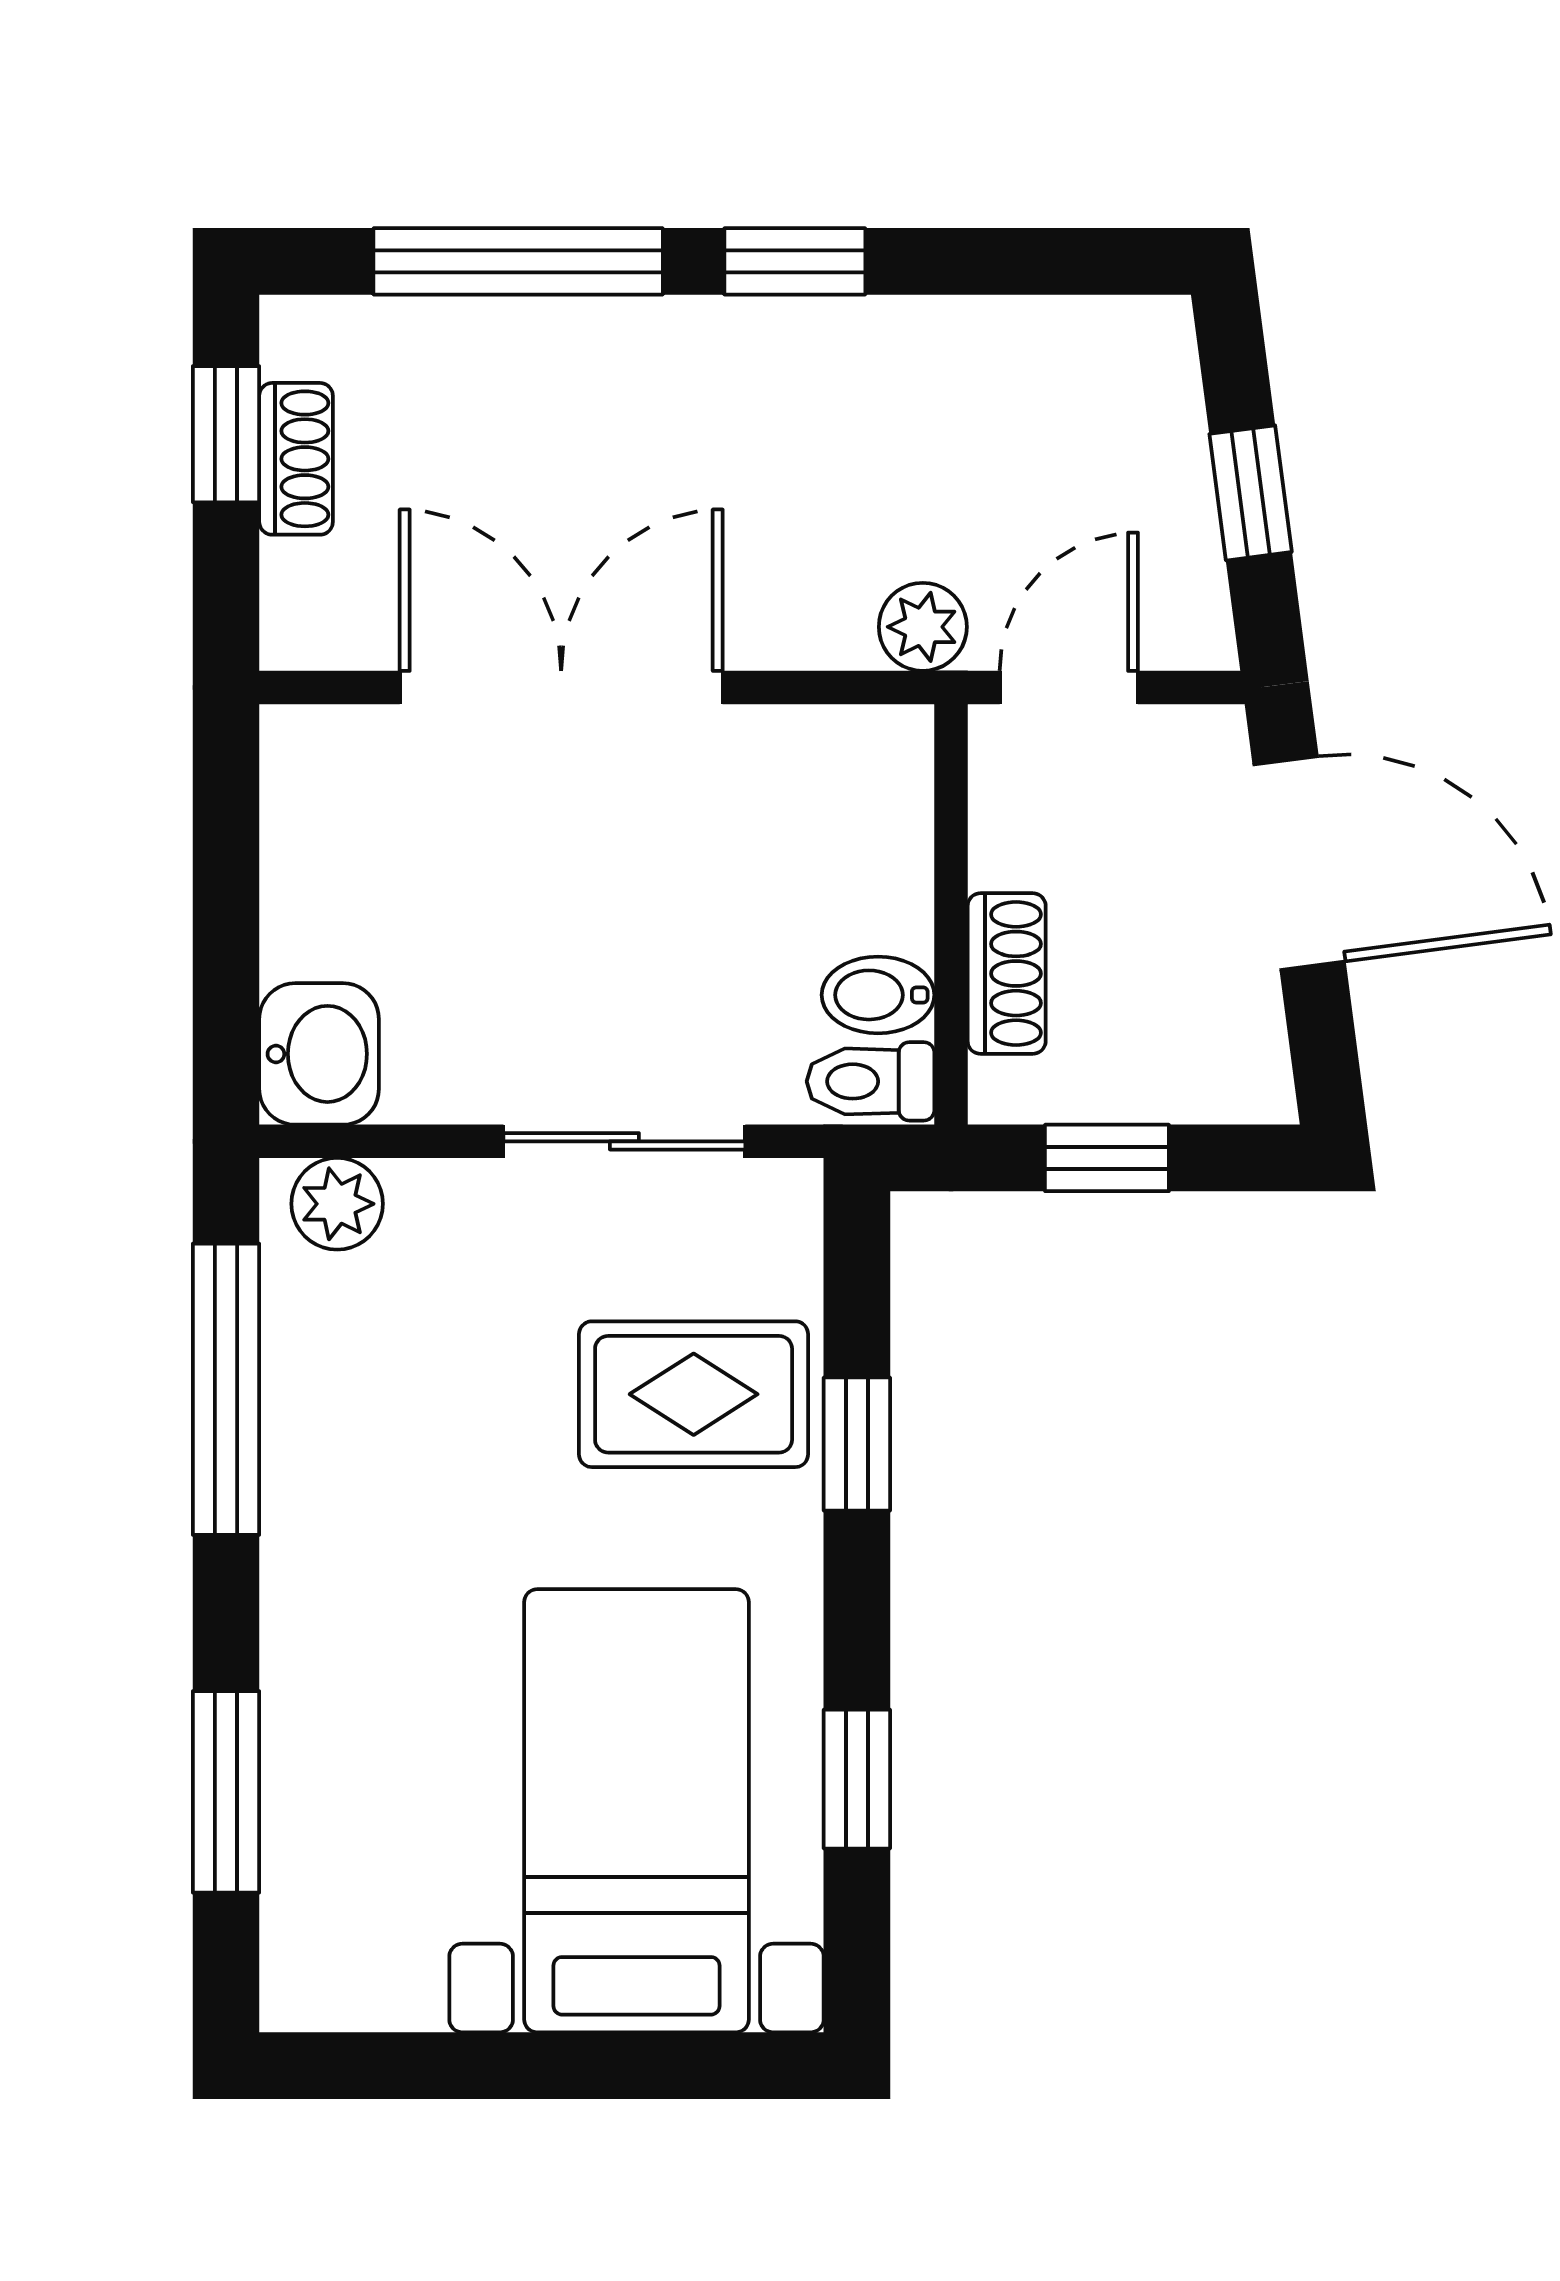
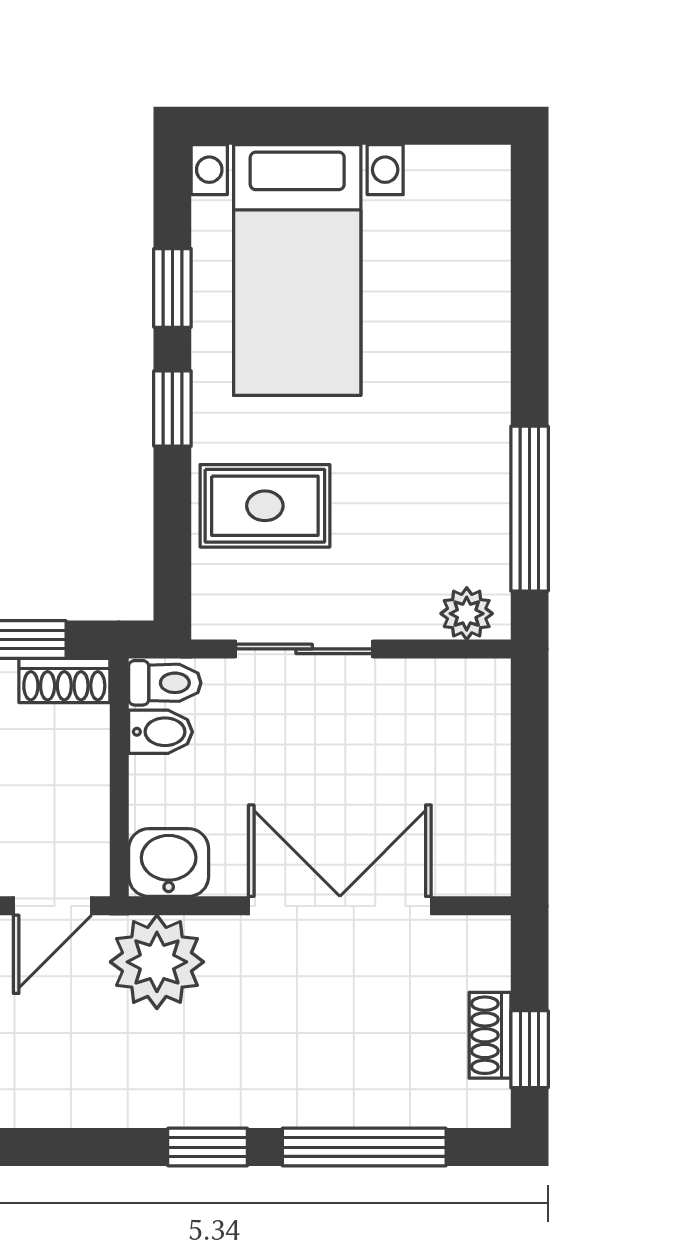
plant: (923, 627) -> (157, 962), width x1.87, depth x1.87
double door: (561, 688) -> (340, 906), swing flipped
shoe rack: (1007, 974) -> (64, 680), moved, turned -90
washbasin: (319, 1054) -> (169, 863), moved, turned 90
window: (857, 1444) -> (172, 408), moved
window: (226, 1792) -> (530, 281), removed

